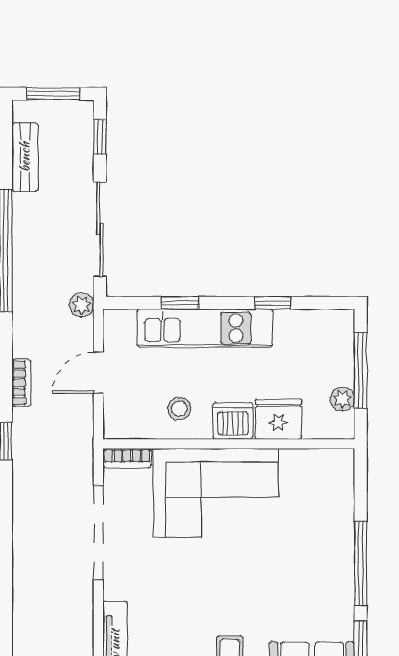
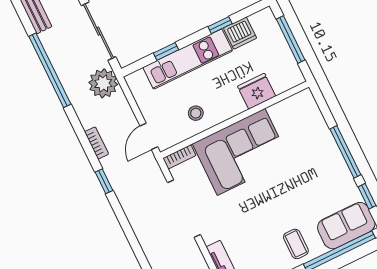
plant: (82, 305) -> (103, 83), width x1.88, depth x1.88
door: (98, 373) -> (149, 136), moved
plant: (342, 399) -> (288, 61), removed
dishwasher: (233, 421) -> (240, 33), moved, turned 180

